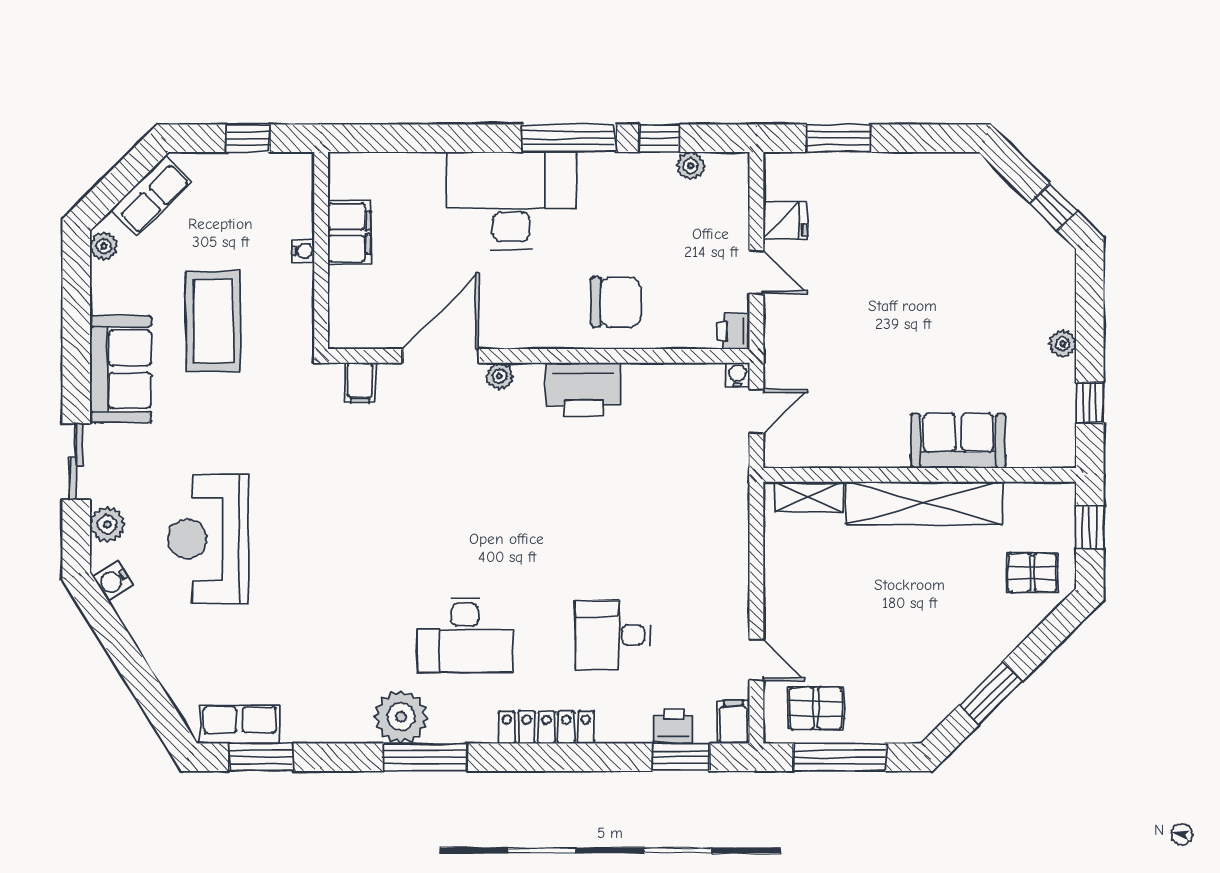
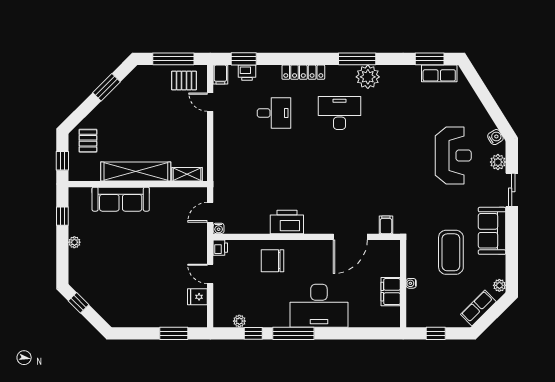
plant: (500, 376) -> (324, 228), removed
sofa: (958, 441) -> (121, 199), width x1.36
pallet: (1032, 573) -> (88, 141), turned 90

